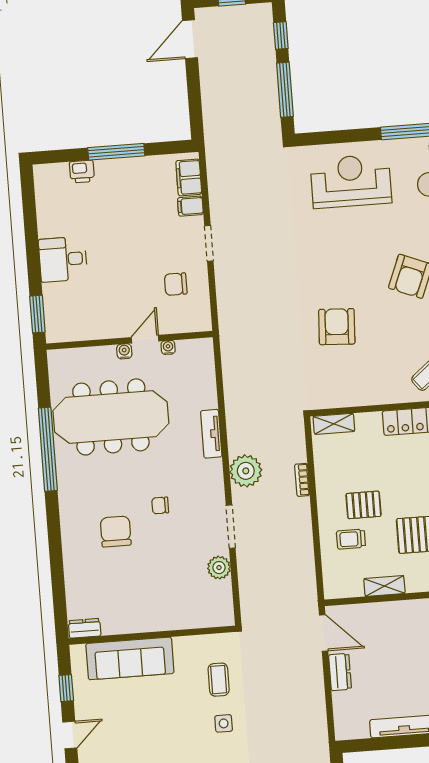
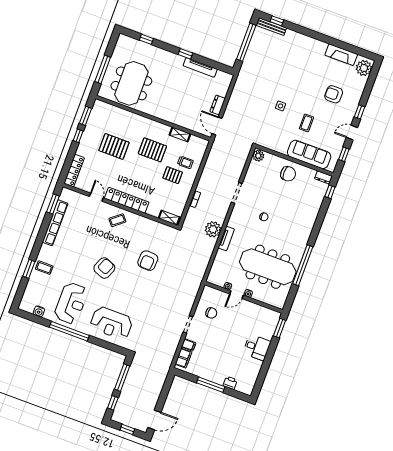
plant: (246, 471) -> (213, 229), moved
chair: (116, 531) -> (288, 174), moved, turned -90
plant: (219, 568) -> (258, 156), moved
window: (60, 607) -> (330, 192), added
coffee table: (219, 680) -> (306, 123), moved

